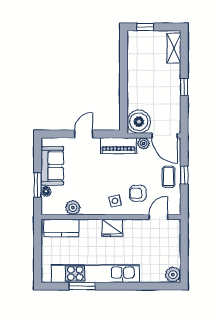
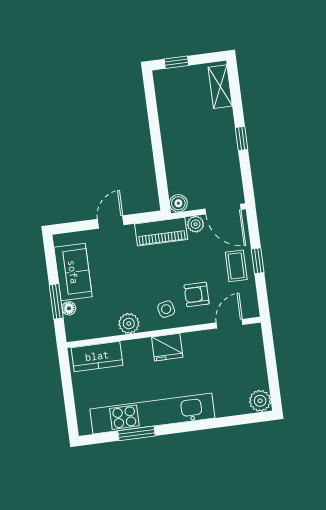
boiler: (139, 122) -> (178, 203), width x0.54, depth x0.54
plant: (73, 208) -> (129, 323), moved

